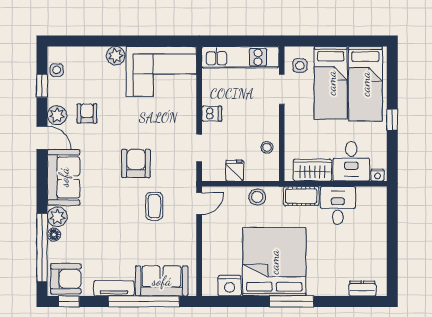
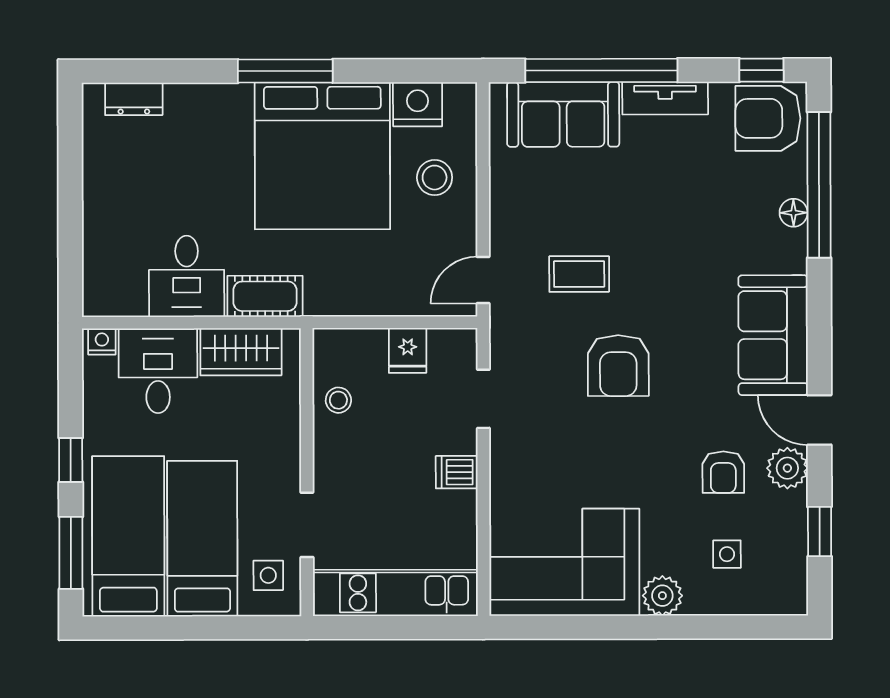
side table: (57, 70) -> (727, 554), moved
window: (392, 76) -> (71, 553), added
stool: (257, 197) -> (435, 178), moved
coffee table: (154, 206) -> (579, 274), turned 90
plant: (57, 217) -> (786, 251), removed

